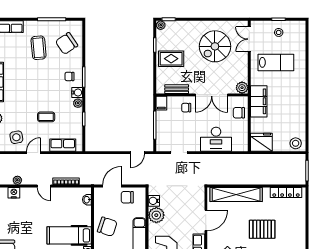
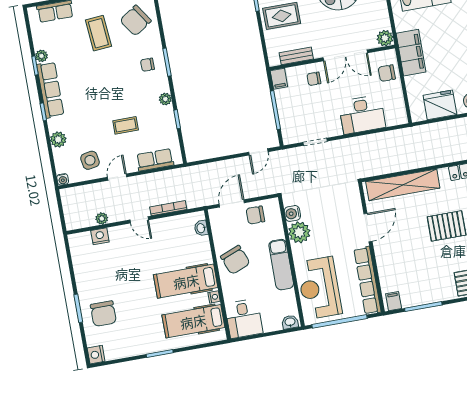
water cooler: (77, 92) -> (162, 85), removed
fridge: (261, 142) -> (440, 105), moved
chair: (107, 227) -> (235, 260), turned 50

